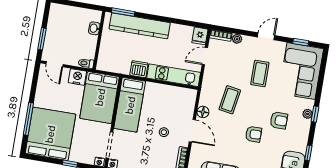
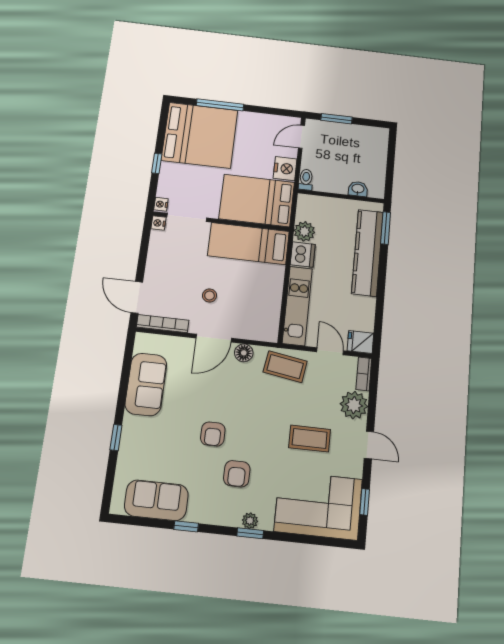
plant: (237, 39) -> (354, 405), width x1.88, depth x1.88
plant: (123, 67) -> (304, 231), added
coffee table: (230, 100) -> (285, 367), moved

